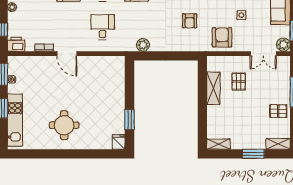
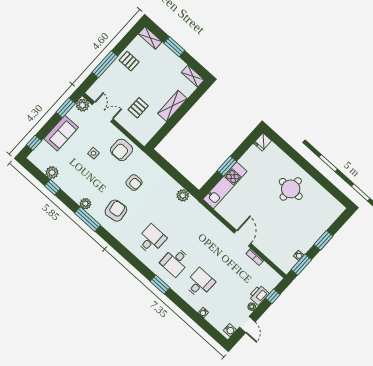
armchair: (190, 21) -> (134, 183), turned 90
desk: (103, 27) -> (200, 234), removed
printer: (16, 44) -> (259, 295), moved, turned 90
shelving: (213, 88) -> (172, 106), moved
kitchen unit: (15, 120) -> (225, 185), moved, turned 180
window: (129, 120) -> (227, 166), moved

